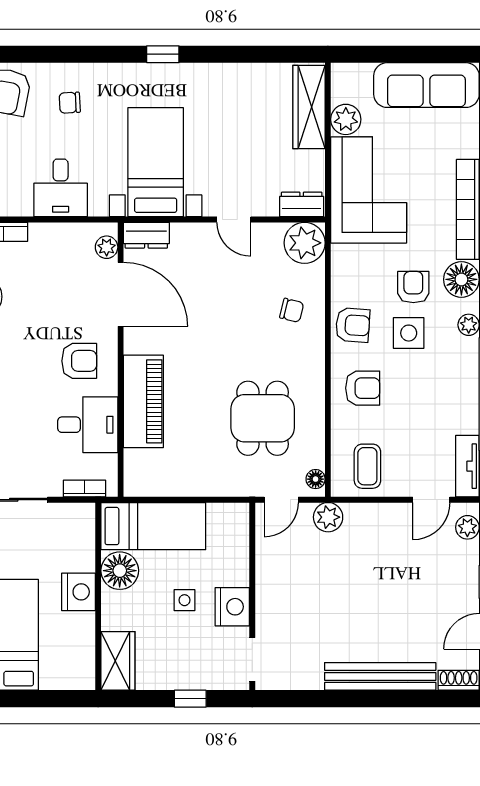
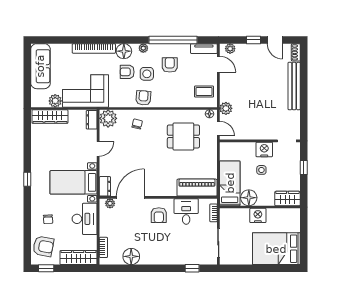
desk: (61, 188) -> (85, 219), width x1.37
armchair: (79, 361) -> (159, 215), turned 180
armchair: (363, 388) -> (170, 65), moved
piano: (143, 401) -> (197, 188), moved

